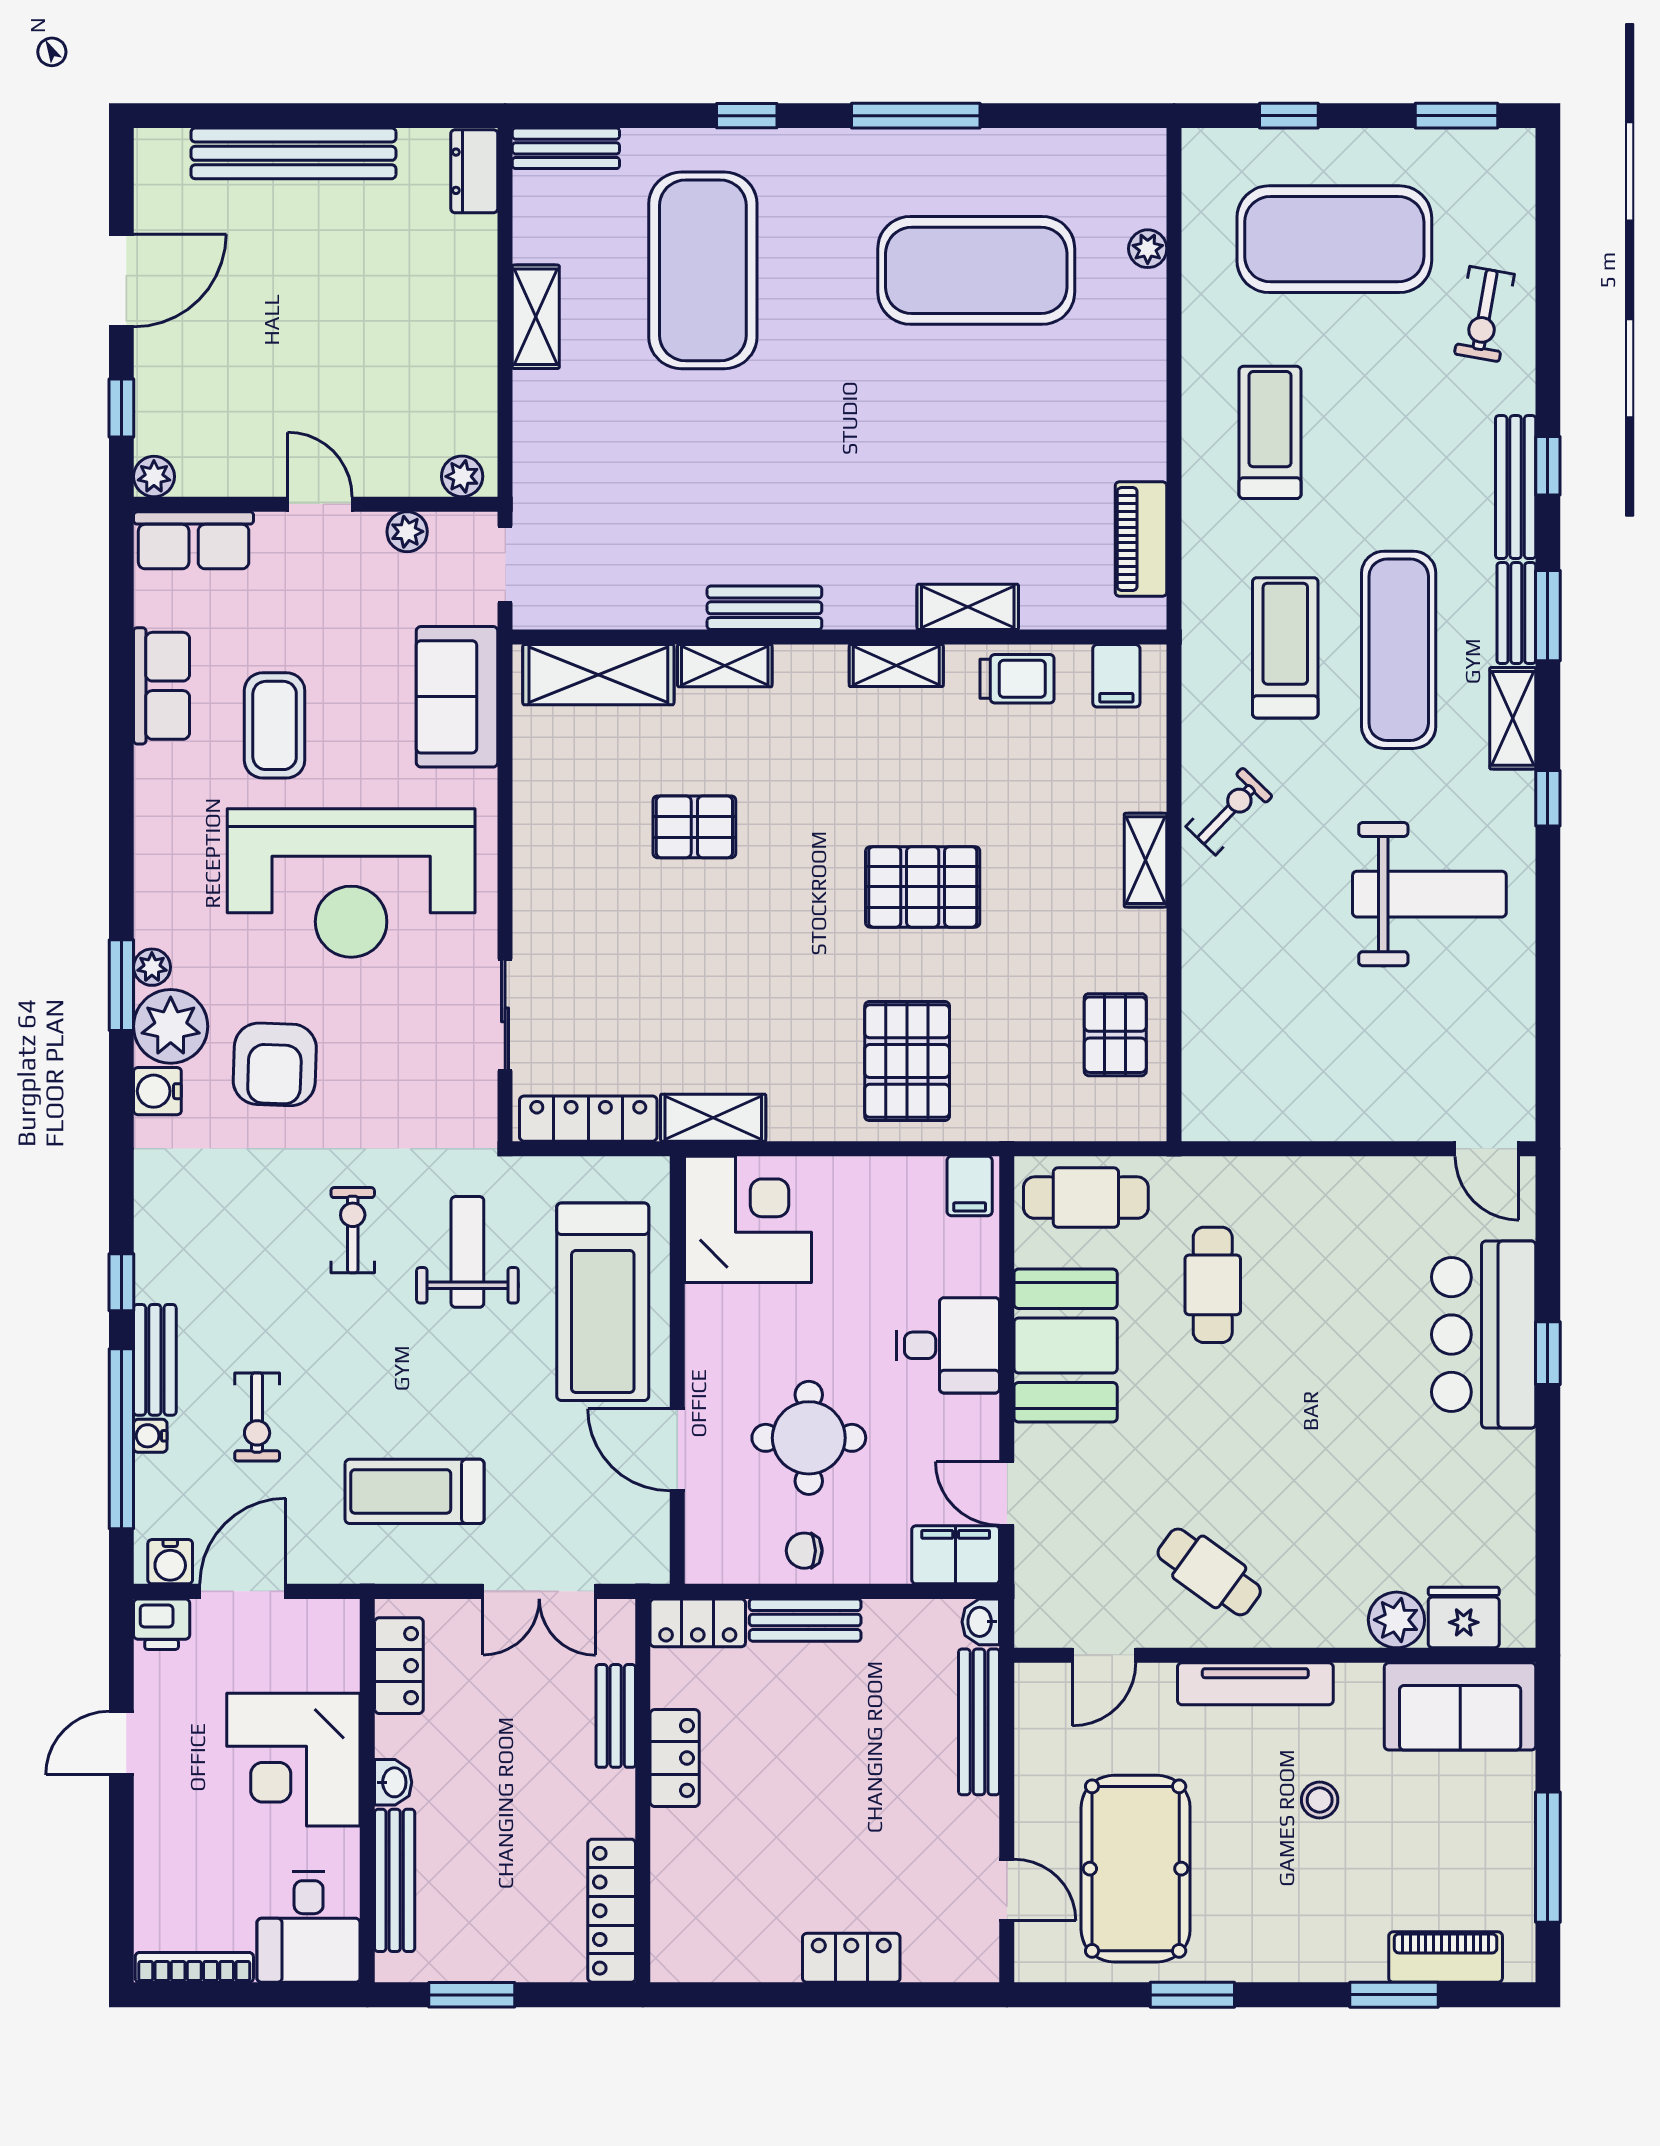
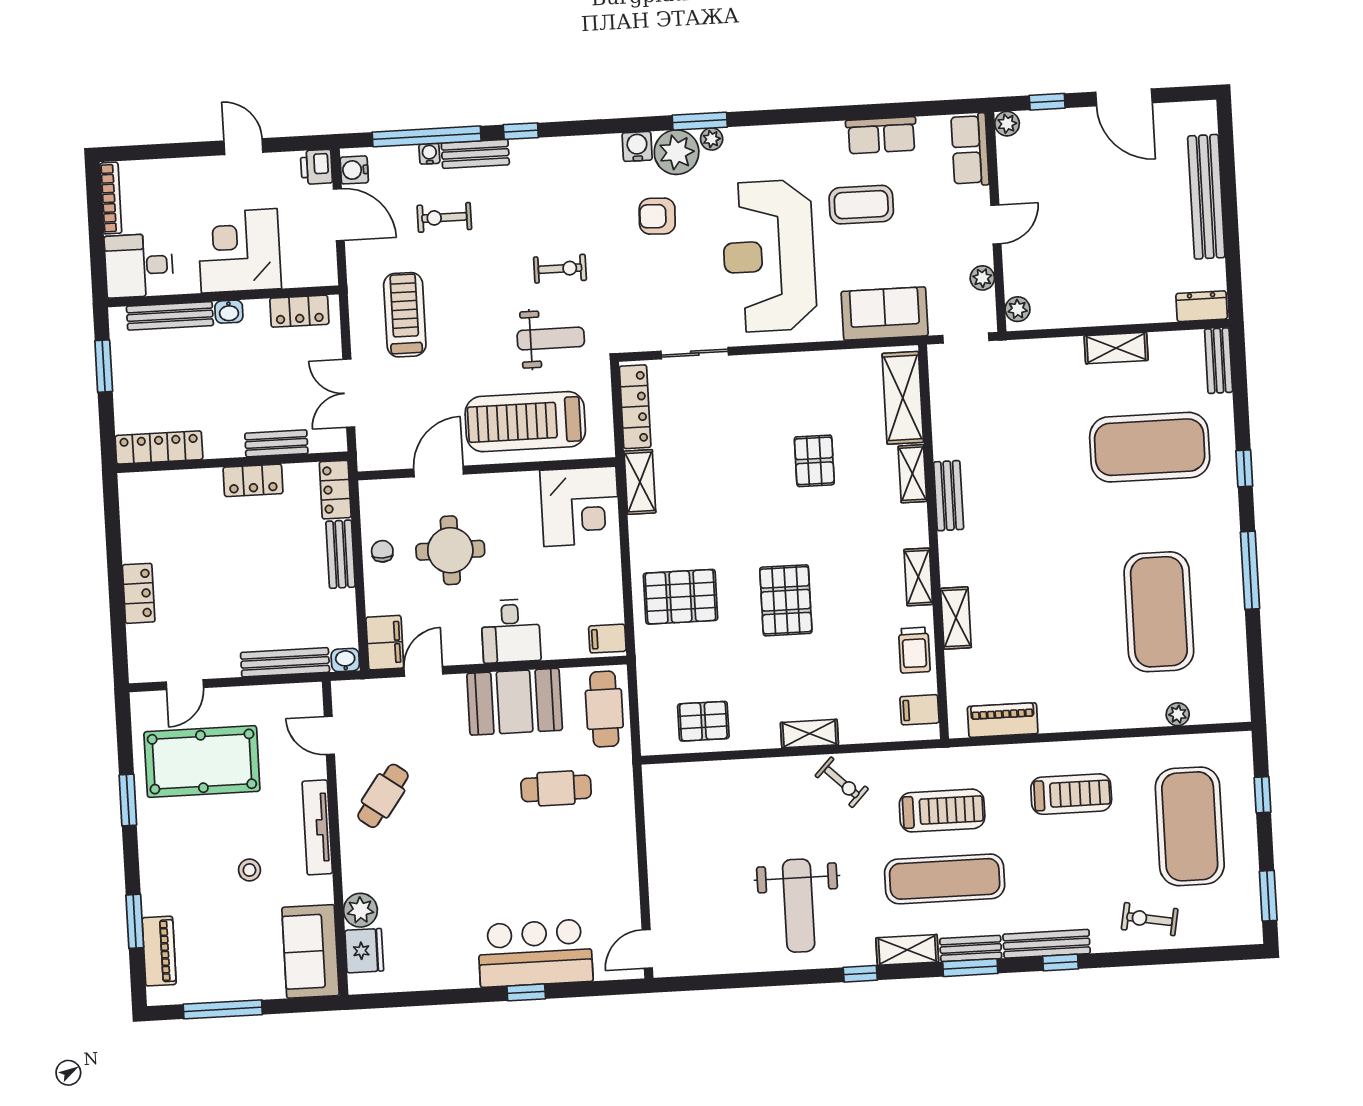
armchair: (275, 1064) -> (657, 216), width x0.72, depth x0.72

